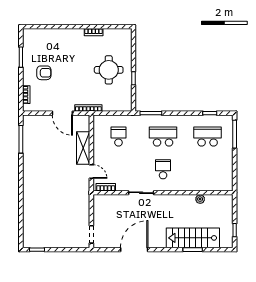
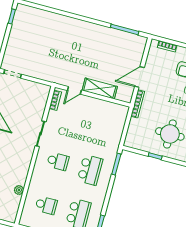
school desk: (118, 137) -> (46, 205), moved

